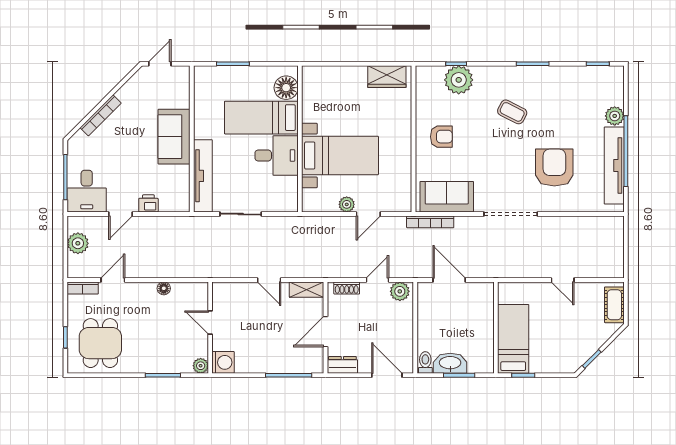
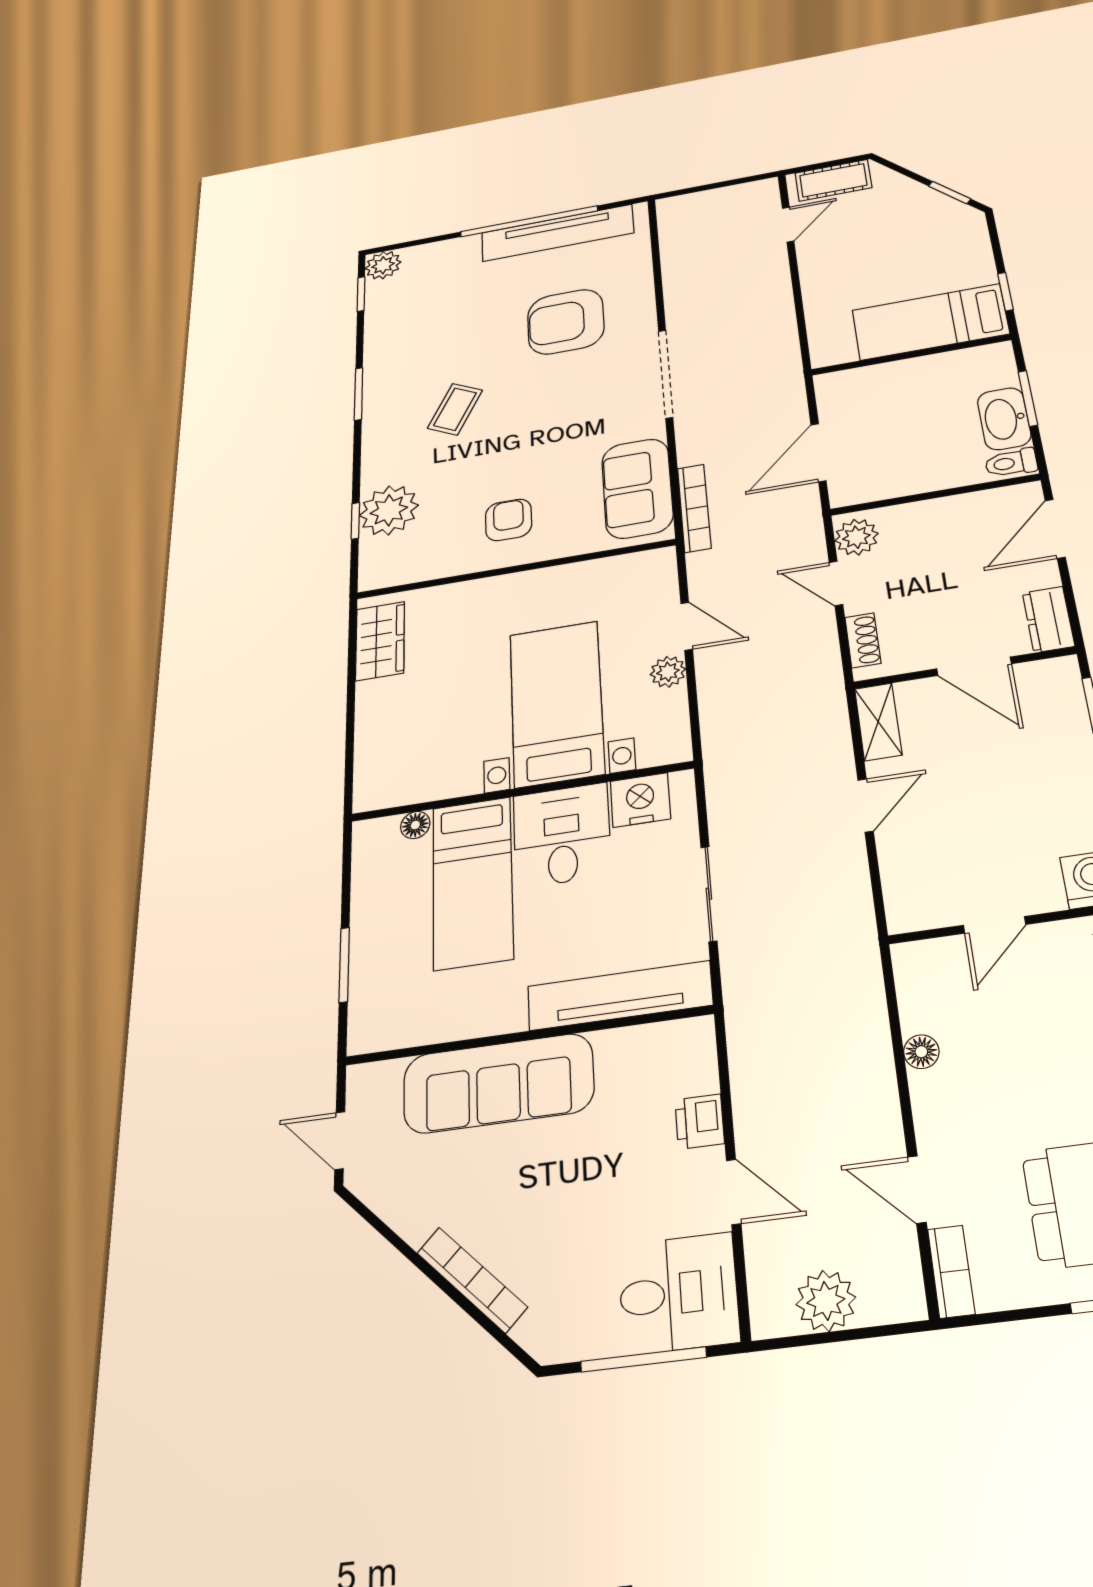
floor lamp: (286, 88) -> (415, 825), width x0.53, depth x0.53
plant: (615, 116) -> (383, 265), moved
sofa: (174, 137) -> (498, 1083), width x1.36
nightstand: (287, 189) -> (640, 800), added
door: (563, 280) -> (788, 225), moved

